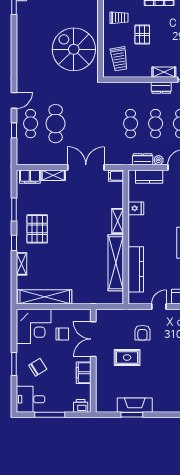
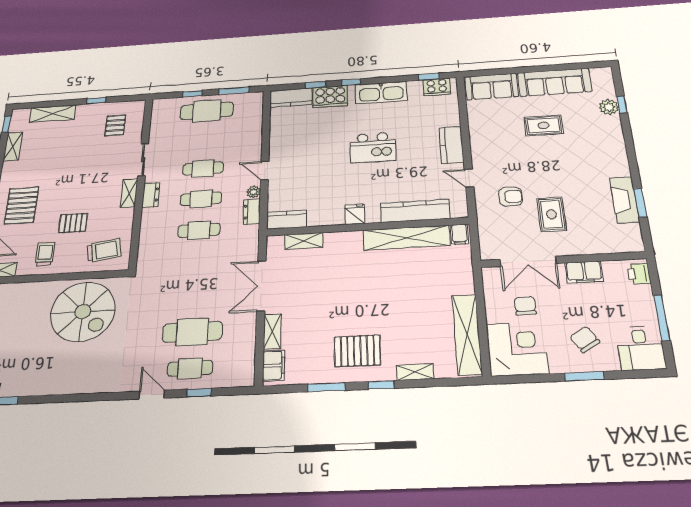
spiral stairs: (74, 49) -> (83, 312), turned -90
filing cabinet: (116, 176) -> (459, 234), moved
kitchen counter: (149, 177) -> (287, 220), moved, turned -90
fridge: (136, 208) -> (355, 214), moved
shelving: (118, 221) -> (304, 241), moved

